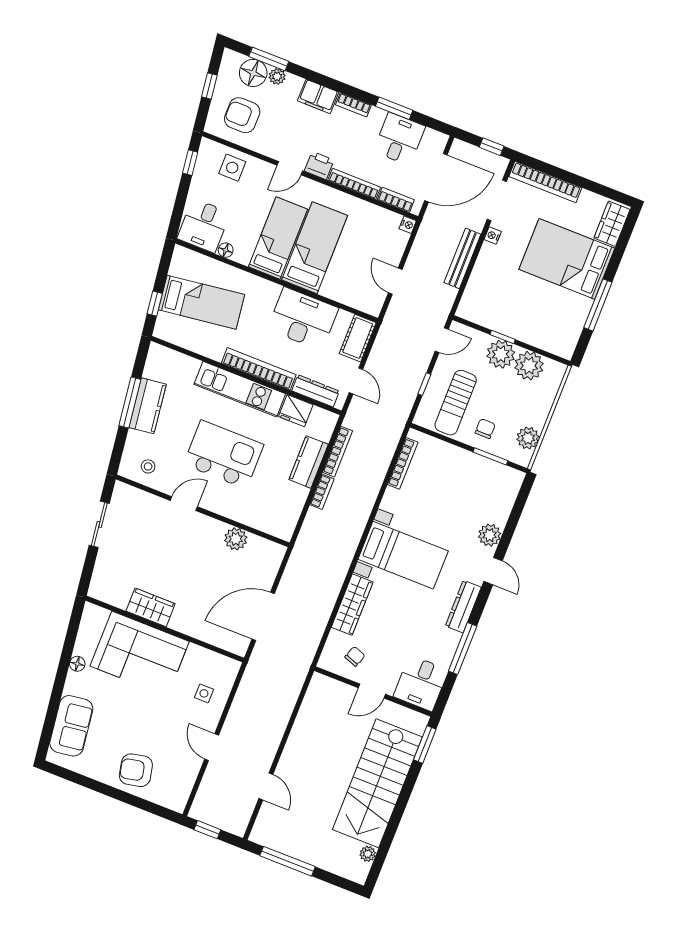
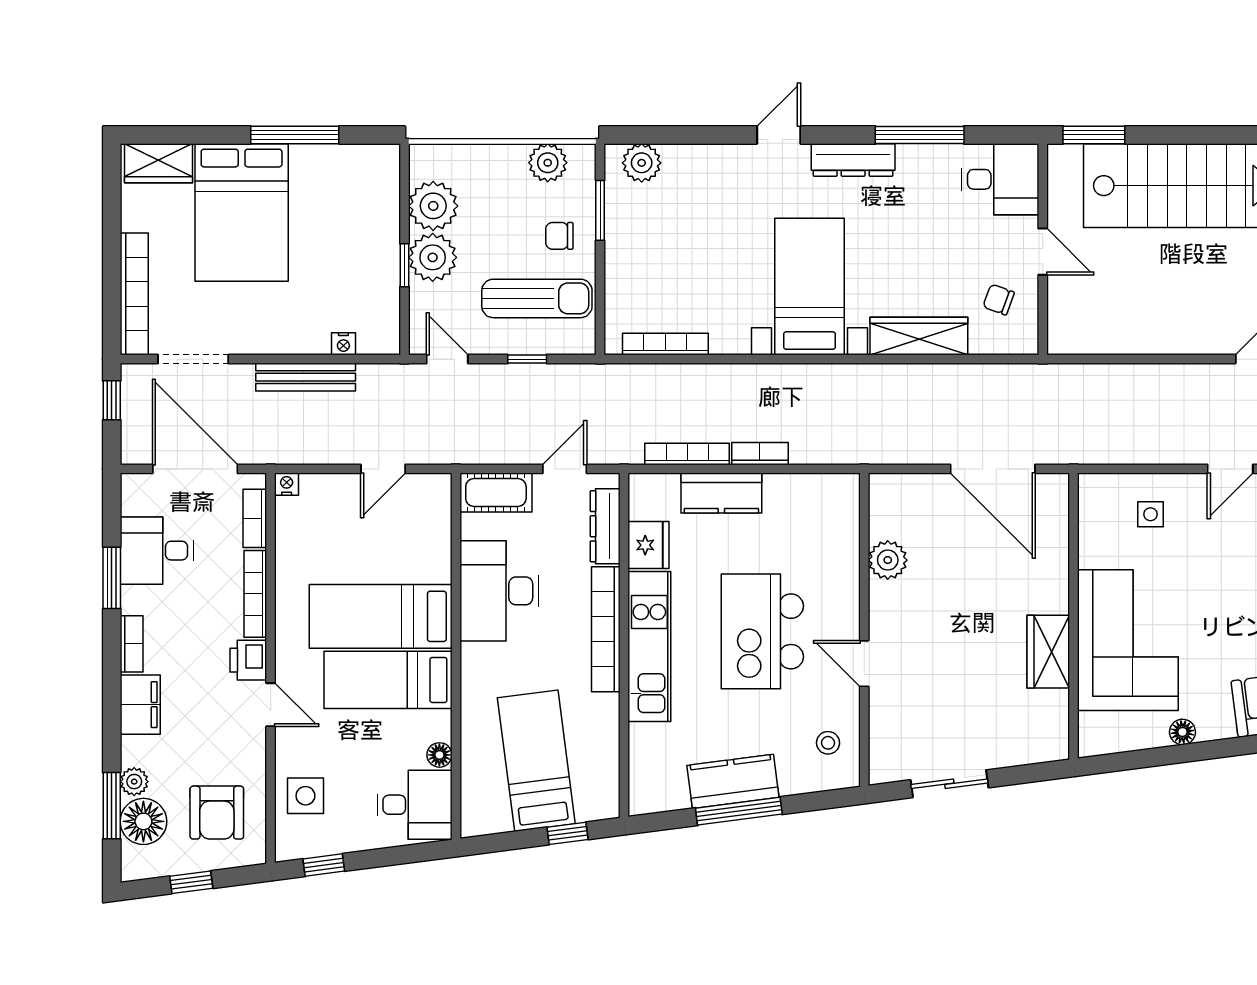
nightstand: (493, 236) -> (343, 344), moved
plant: (490, 535) -> (642, 163), moved

